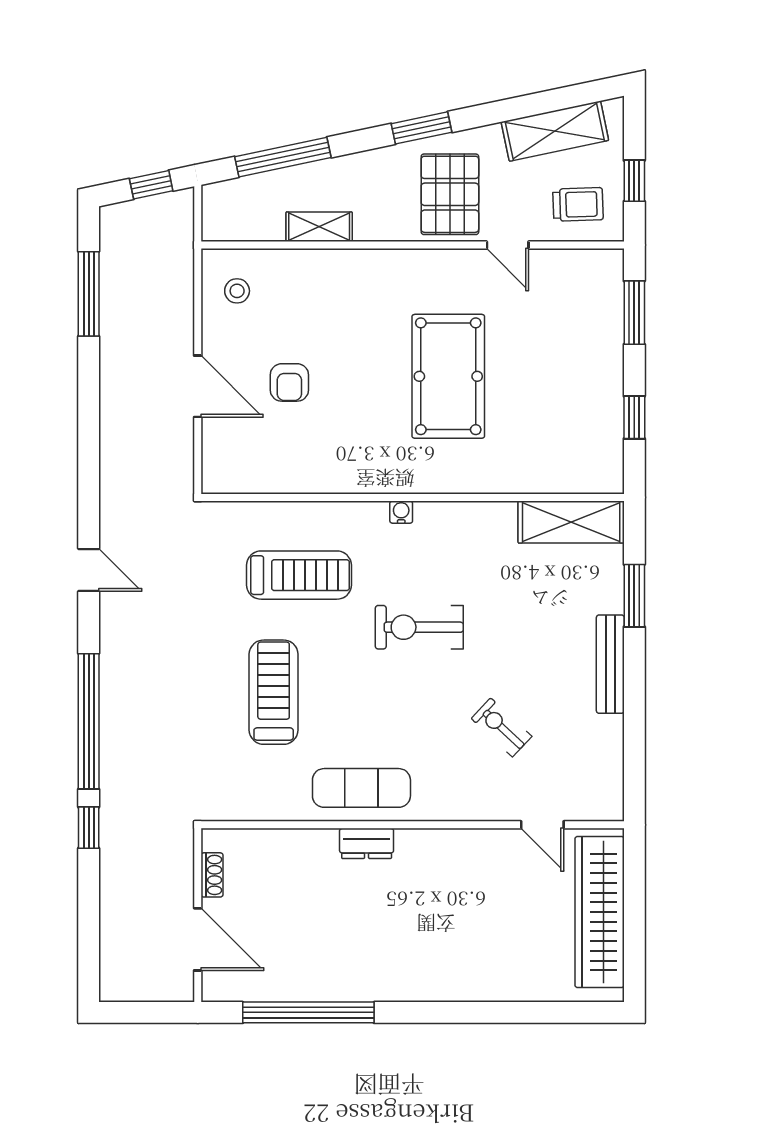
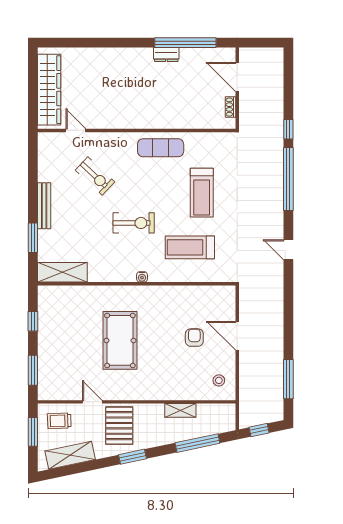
window: (634, 181) -> (33, 432), width x1.50
exercise bike: (502, 727) -> (95, 176), width x1.38, depth x1.39
dresser: (367, 843) -> (166, 55), moved, turned 180

